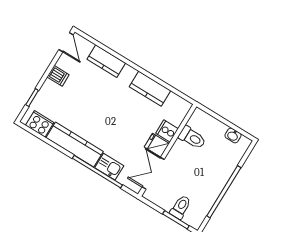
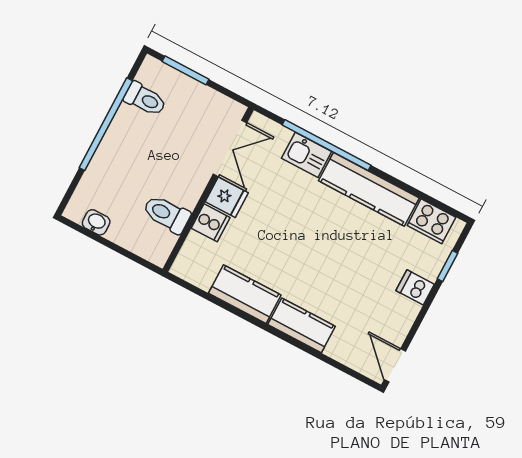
kitchen counter: (106, 61) -> (302, 325), moved
dishwasher: (58, 76) -> (415, 287), moved
toilet: (181, 207) -> (145, 99), moved, turned -90

